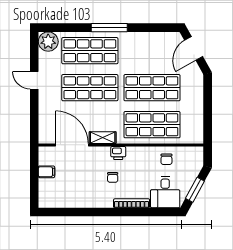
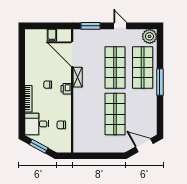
door: (34, 80) -> (120, 26), hinge flipped
window: (34, 120) -> (91, 26), added
shop shelf: (152, 125) -> (87, 114), removed
door: (72, 145) -> (72, 54), swing flipped

